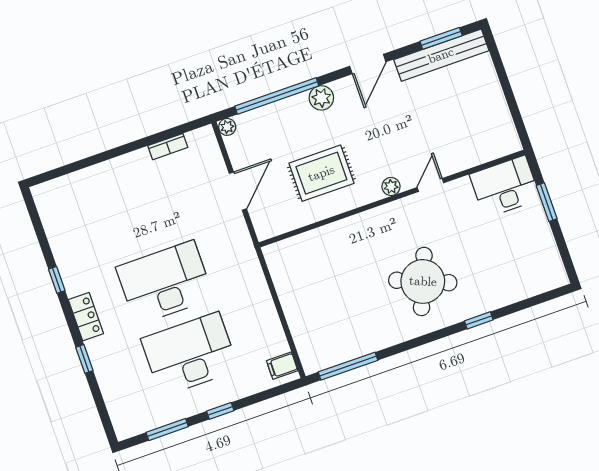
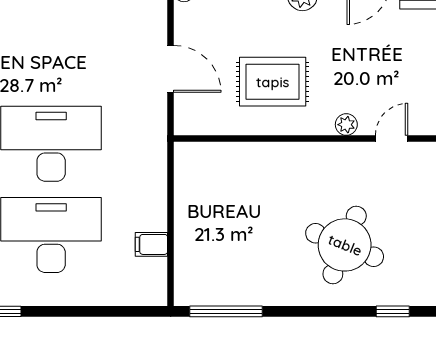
door: (238, 191) -> (171, 69), hinge flipped
filing cabinet: (282, 366) -> (151, 244), moved
window: (220, 411) -> (63, 311), removed

